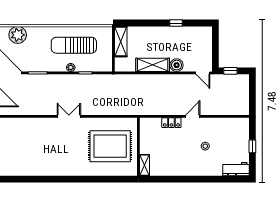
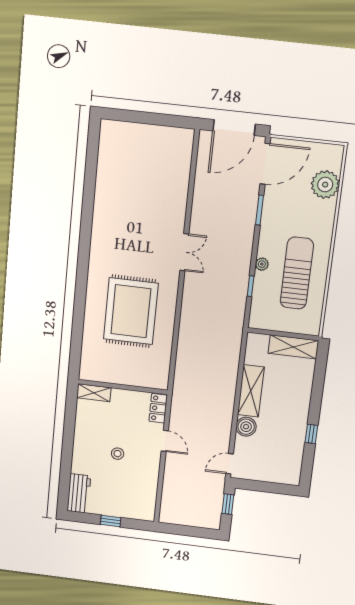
wall: (138, 147) -> (123, 387), moved
shelving: (145, 165) -> (94, 393), moved

